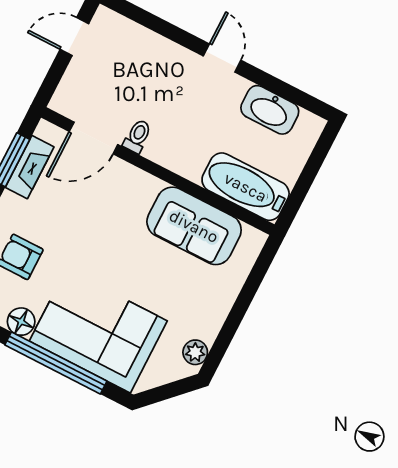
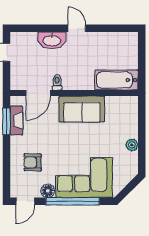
washbasin: (270, 110) -> (52, 40), moved
sofa: (194, 226) -> (82, 109), moved
plant: (195, 352) -> (132, 145), moved

